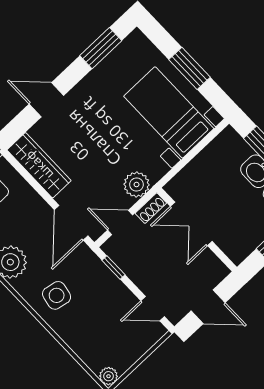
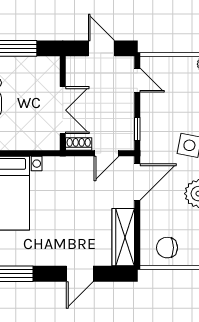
door: (46, 100) -> (80, 274), hinge flipped
plant: (137, 185) -> (74, 167), removed
door: (120, 223) -> (106, 153), hinge flipped

